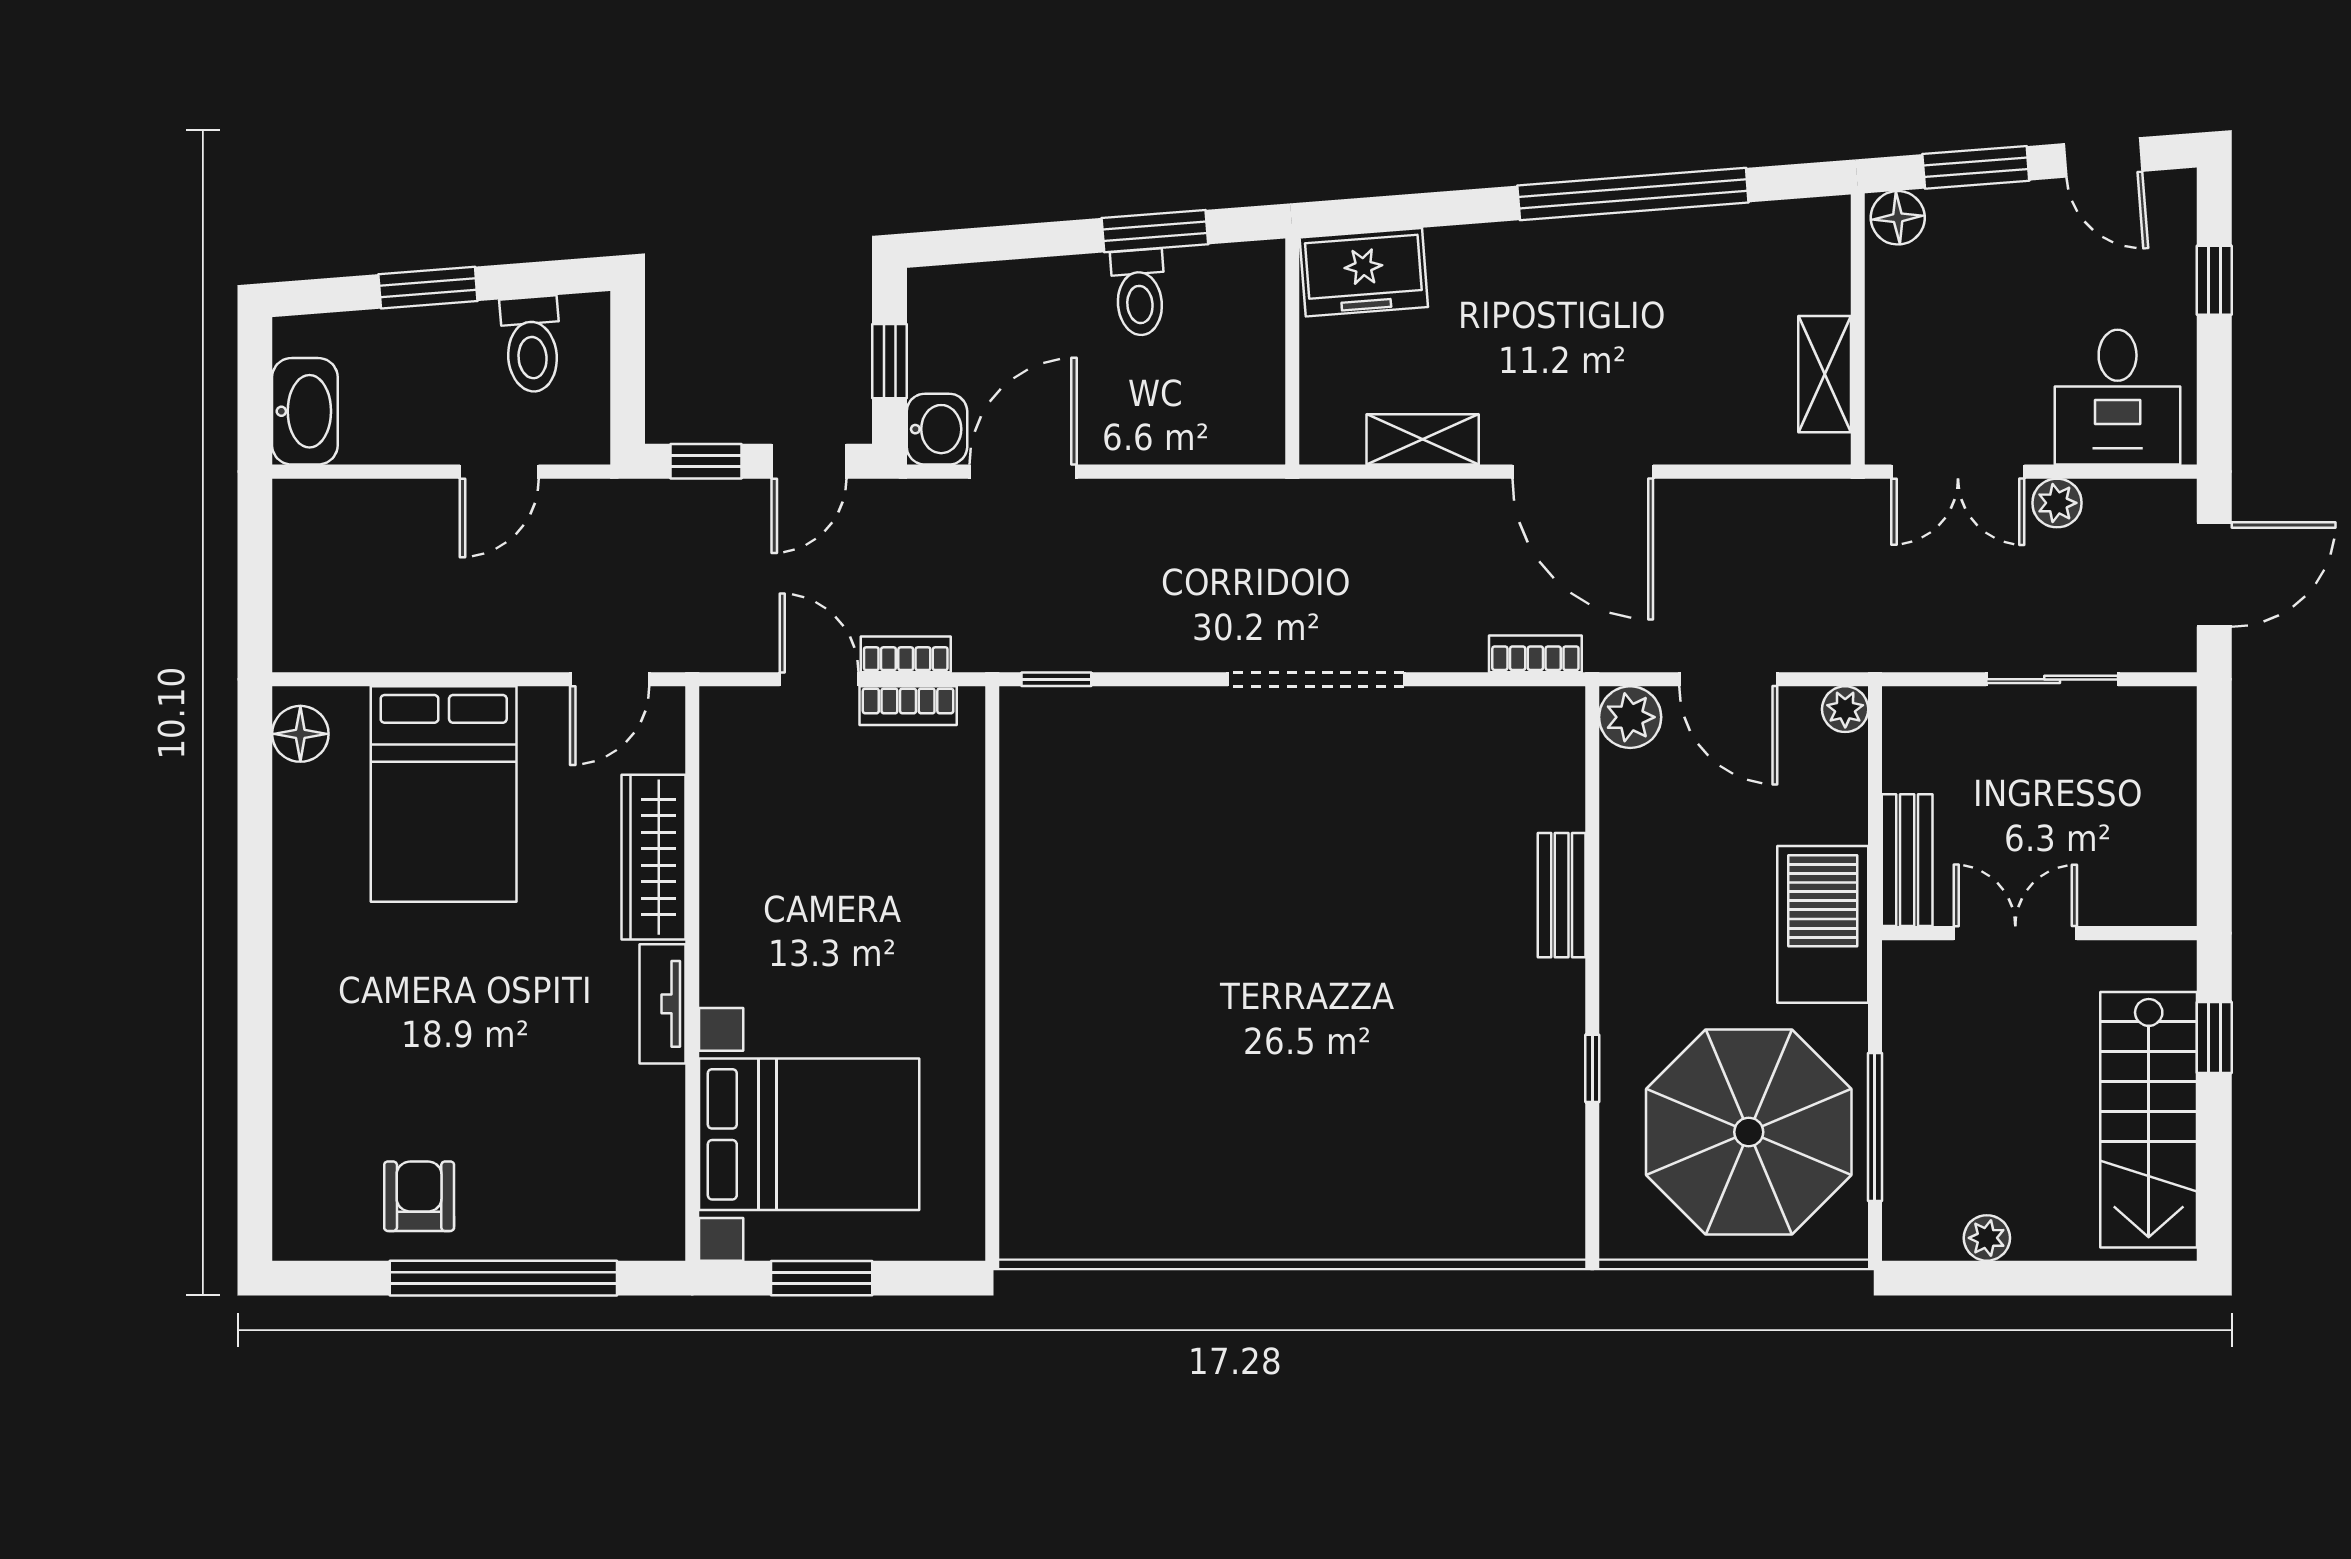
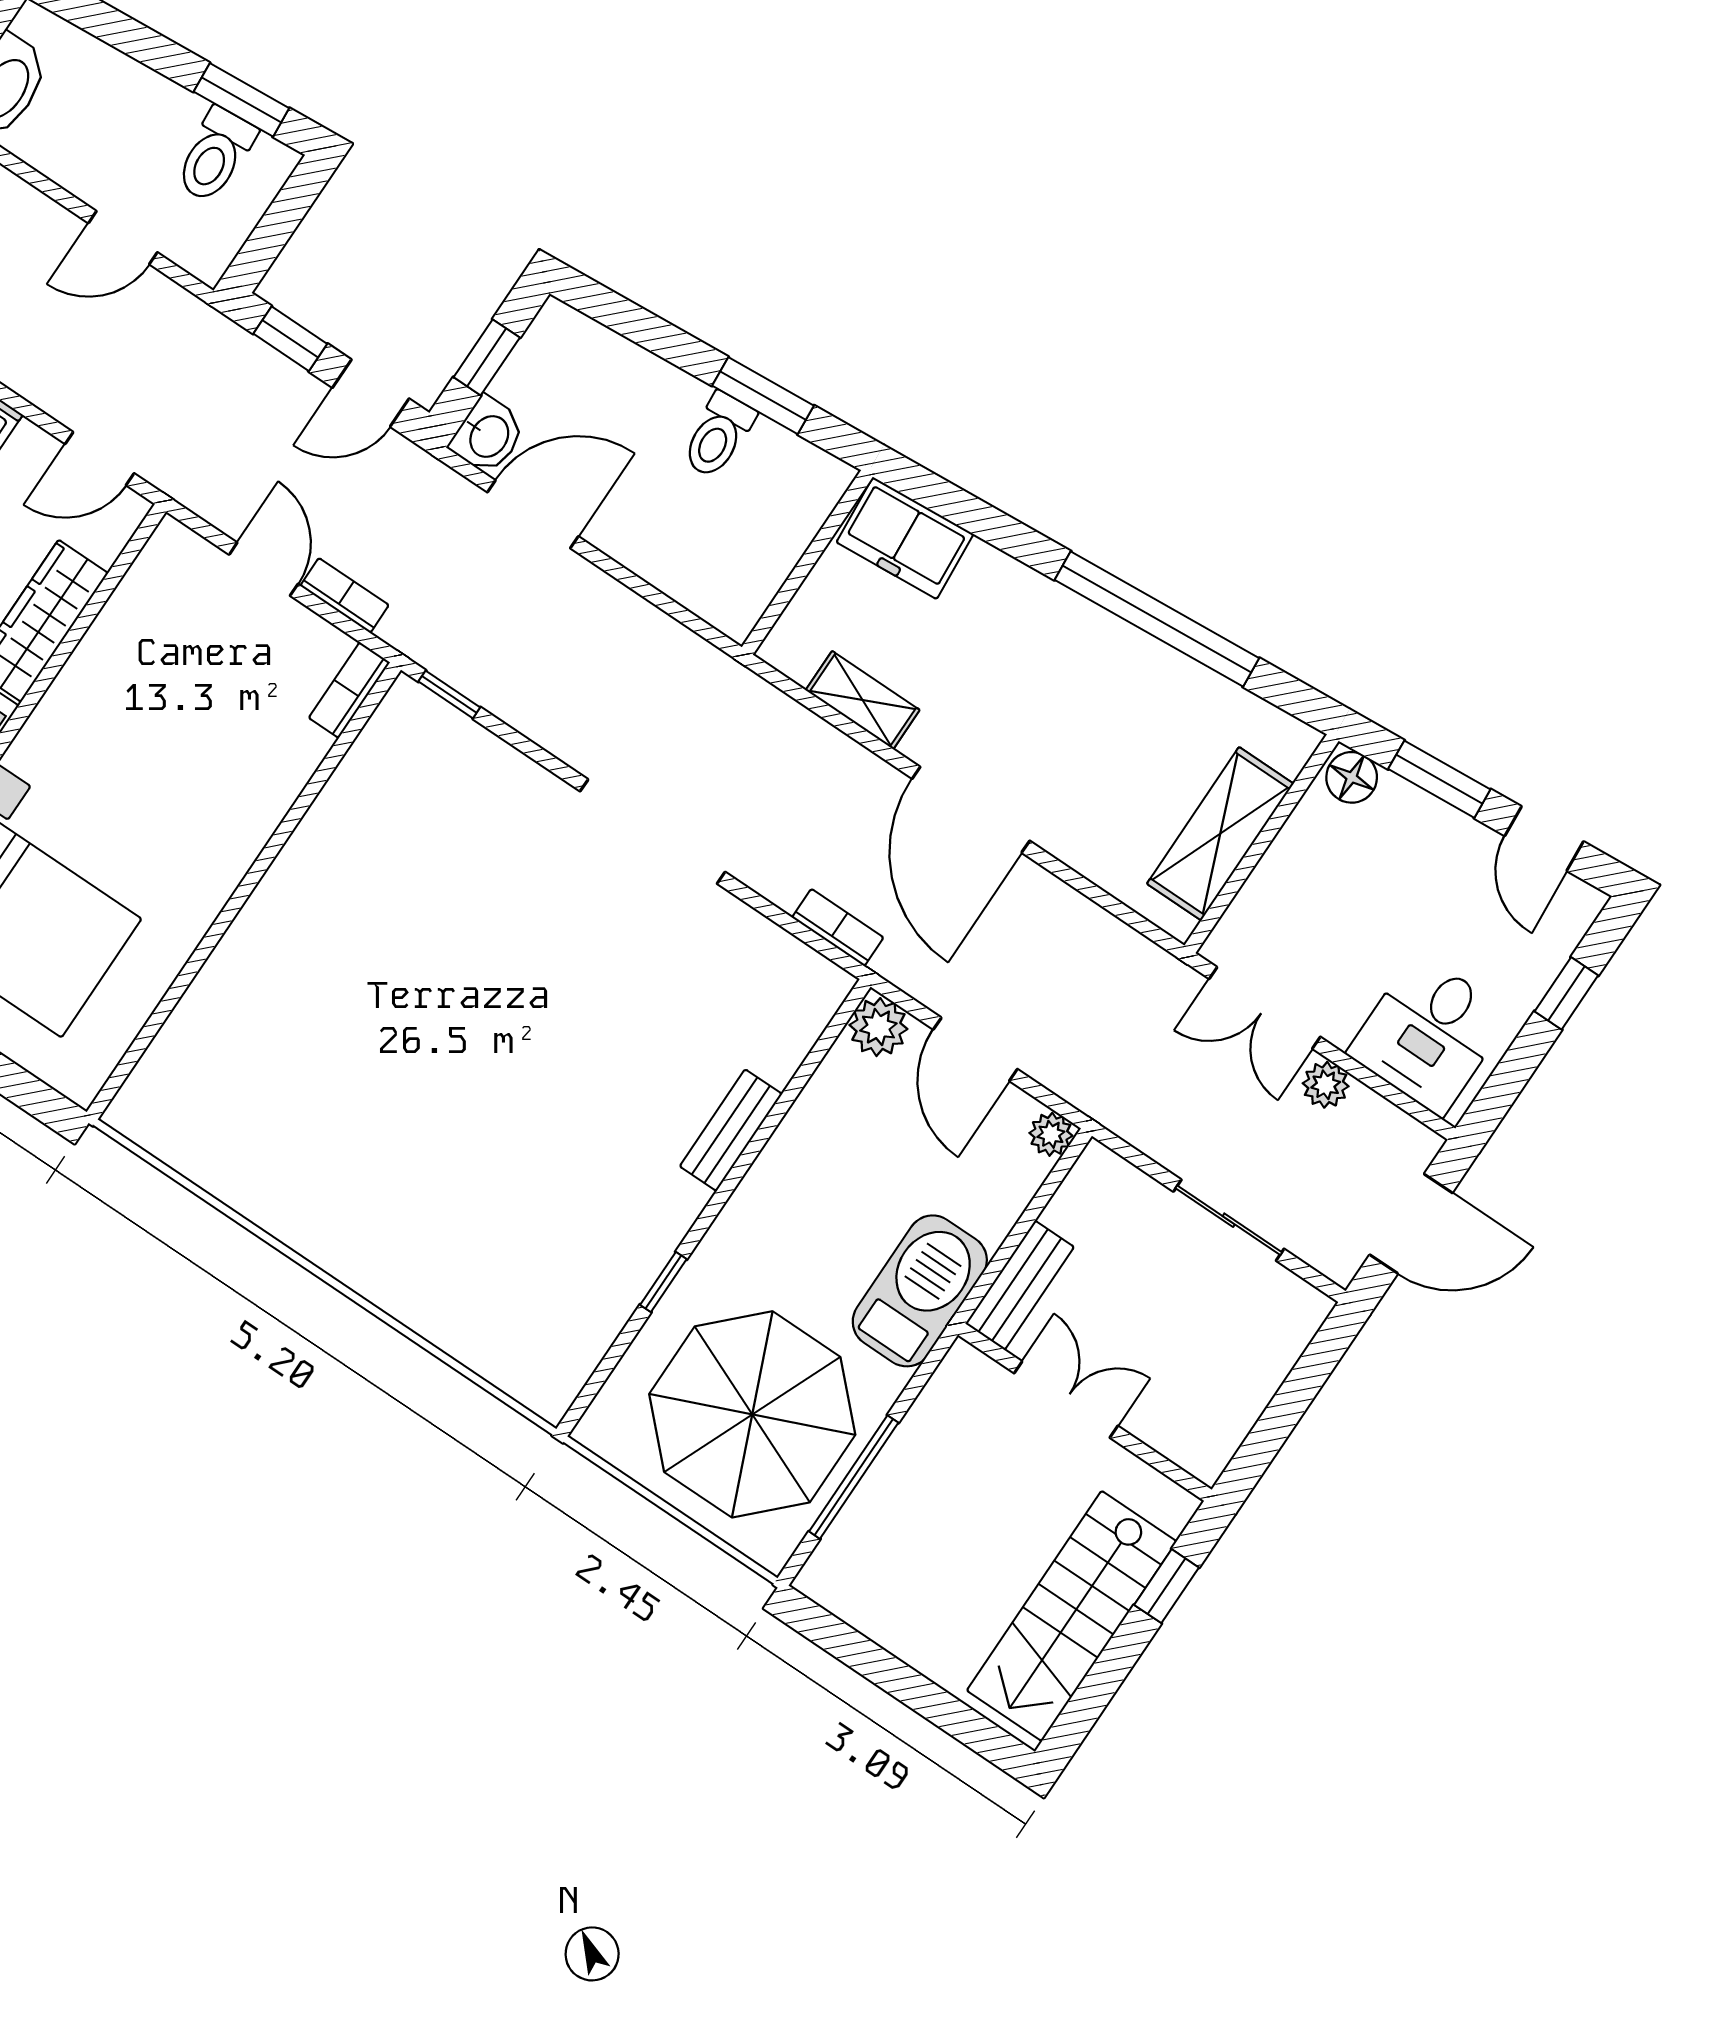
window: (428, 288) -> (241, 100), moved
shelving: (1825, 374) -> (1220, 834), width x1.50, depth x1.33
bookcase: (908, 706) -> (349, 690), moved, turned 90
plant: (1987, 1238) -> (883, 1623), removed

